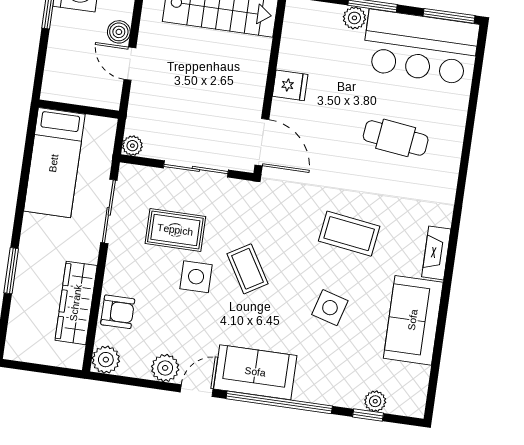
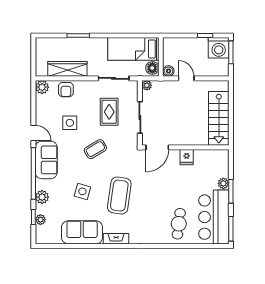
boiler: (119, 32) -> (168, 71), moved
door: (130, 64) -> (186, 78), hinge flipped
floor lamp: (99, 129) -> (152, 68), added
cafe table: (396, 138) -> (179, 224), moved
coffee table: (349, 234) -> (119, 196), width x1.36, depth x1.32
side table: (196, 277) -> (70, 123), moved
plant: (165, 368) -> (42, 197), moved

